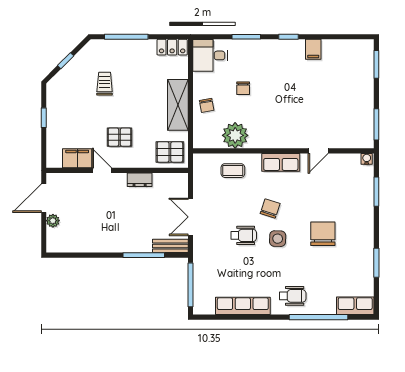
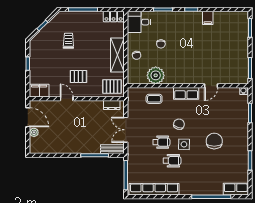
filing cabinet: (77, 158) -> (39, 91), moved
dresser: (140, 180) -> (112, 105), moved
door: (44, 198) -> (28, 117), swing flipped
wheelchair: (293, 296) -> (172, 161), moved
row of seats: (243, 306) -> (154, 189), width x1.36

